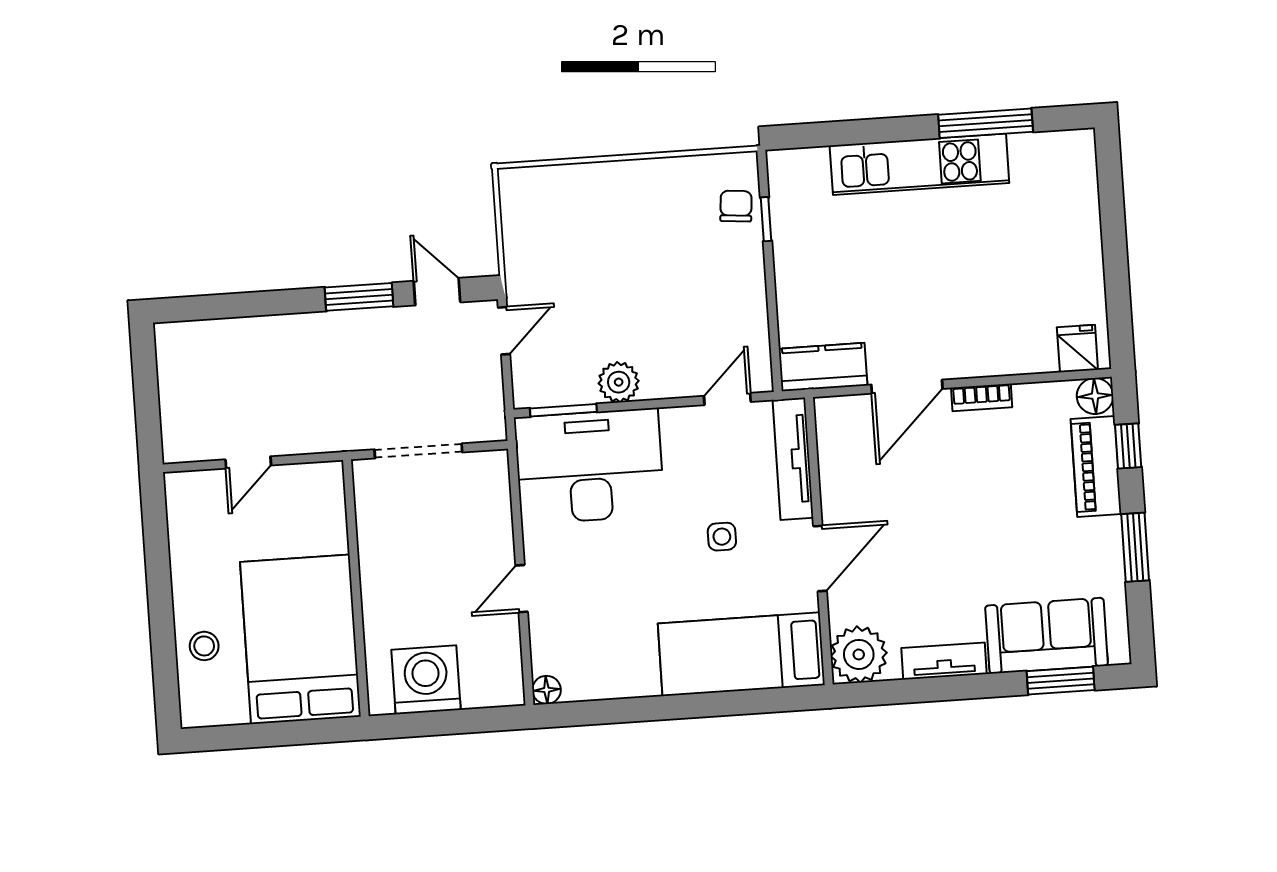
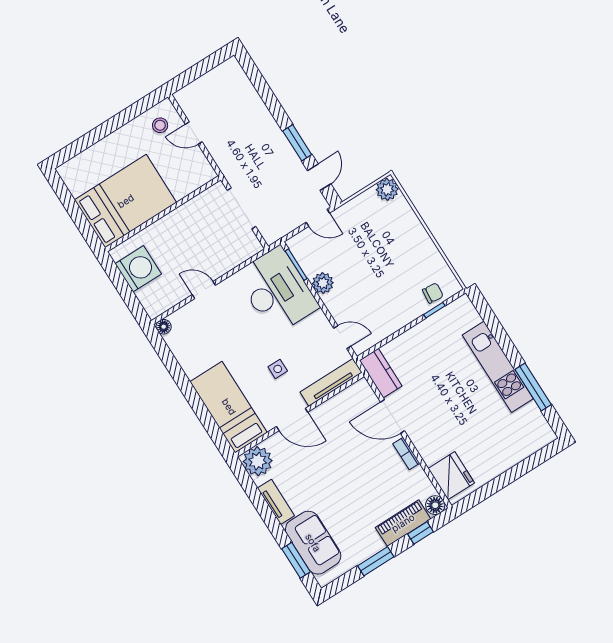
plant: (520, 188) -> (387, 189), added
fridge: (1077, 349) -> (451, 476), width x1.88, depth x1.34
stool: (204, 646) -> (160, 125), moved

